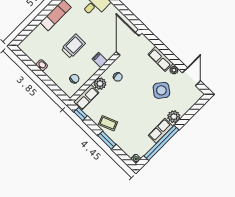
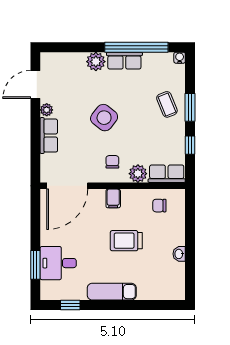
side table: (161, 90) -> (104, 118), moved
window: (81, 114) -> (190, 145), moved
coffee table: (108, 123) -> (167, 104), moved

